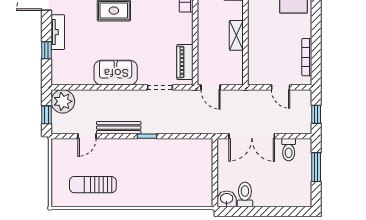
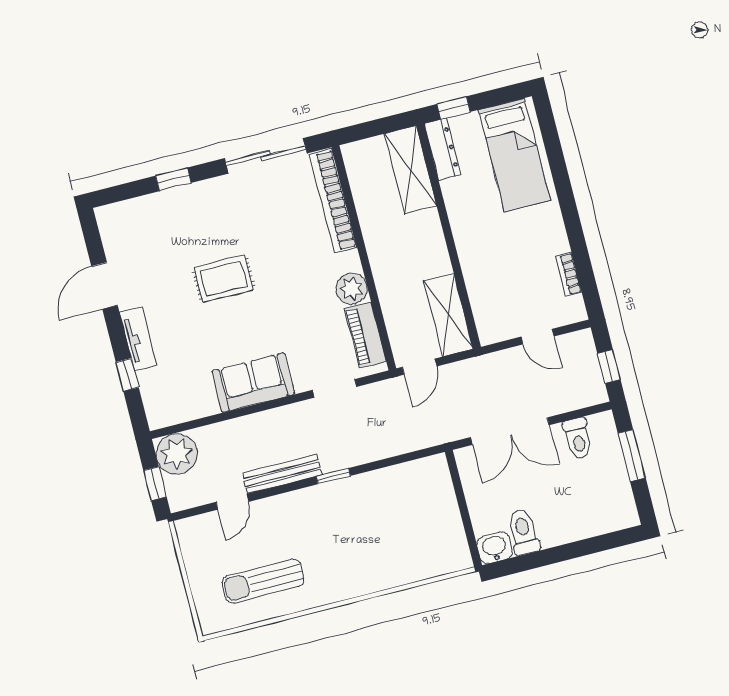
plant: (184, 34) -> (352, 289), added
shelving: (236, 35) -> (448, 315), moved, width x1.50, depth x1.33
bookcase: (307, 57) -> (569, 274), width x0.64
door: (211, 87) -> (419, 367), hinge flipped

